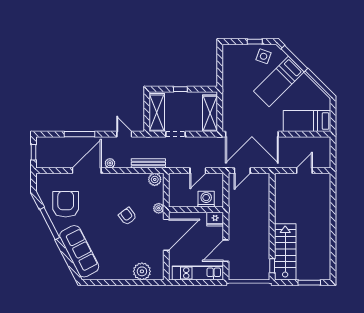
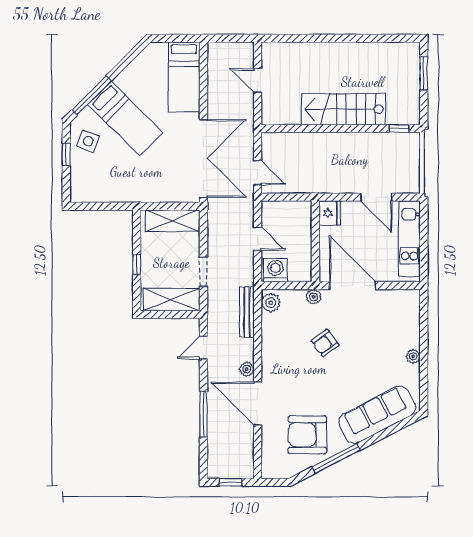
washing machine: (206, 199) -> (275, 270), moved, turned 90
stairs: (285, 252) -> (344, 109), moved
plant: (142, 271) -> (413, 356), moved, width x0.53, depth x0.53

